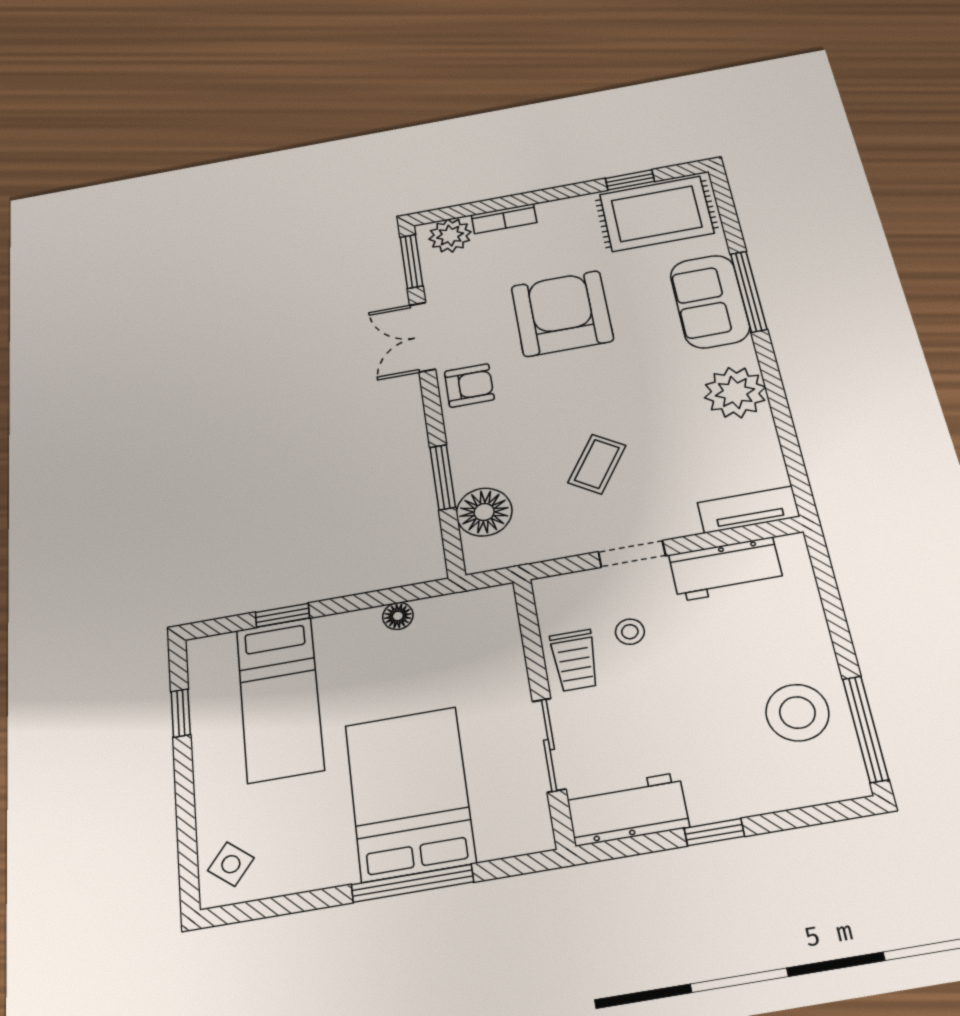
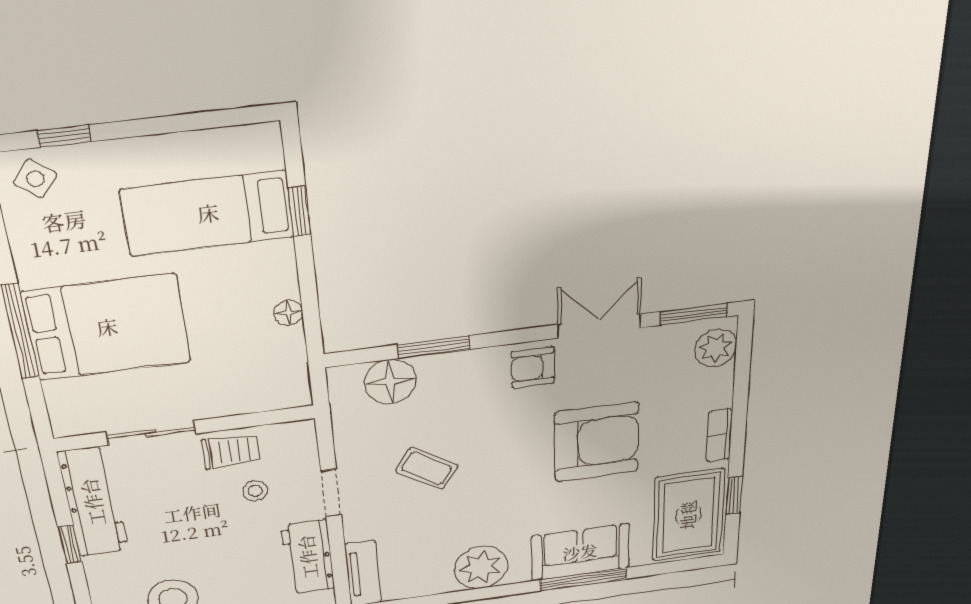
bookcase: (504, 219) -> (719, 435), moved
armchair: (469, 385) -> (533, 367), turned 90
trolley: (575, 660) -> (231, 451), turned 180
window: (181, 713) -> (64, 136), moved
workbench: (627, 809) -> (93, 502), width x1.38

